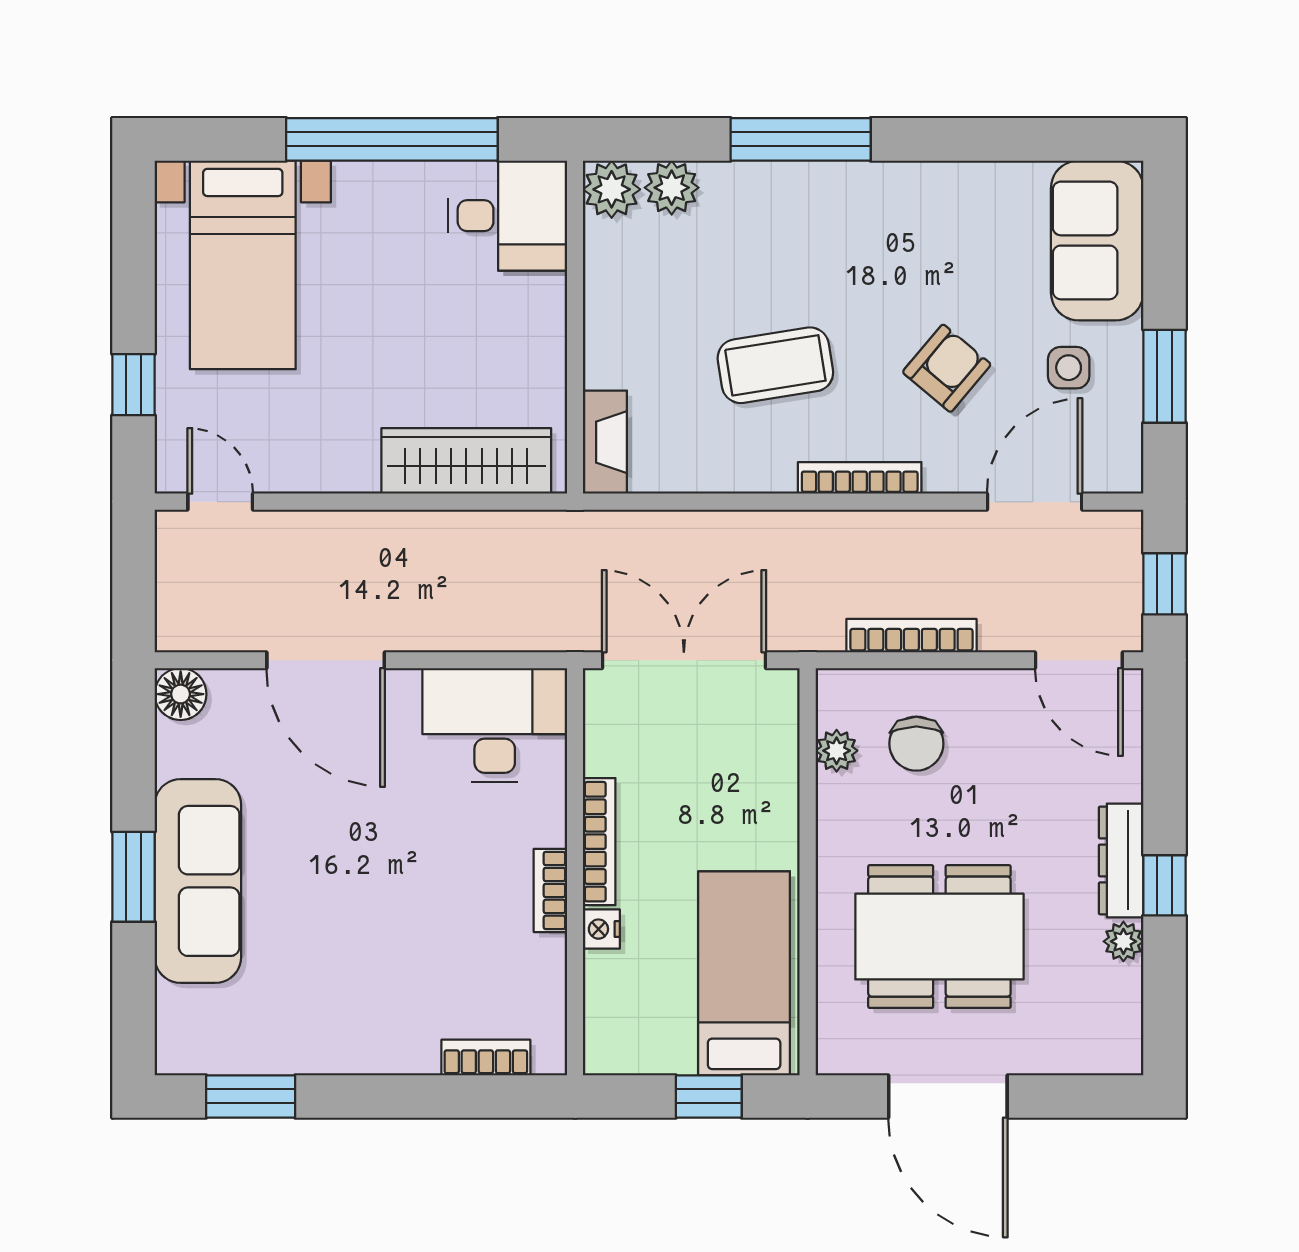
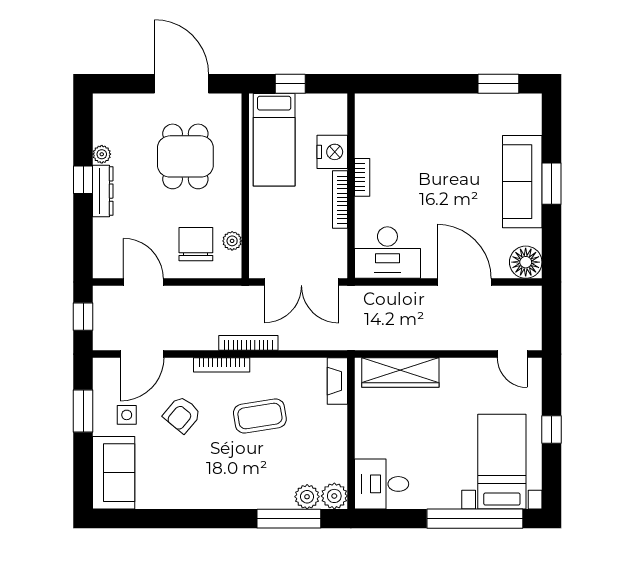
window: (392, 139) -> (475, 519), moved
window: (801, 139) -> (289, 519), moved
window: (133, 385) -> (552, 429), moved
bookcase: (911, 636) -> (248, 343), moved, turned 180
door: (1079, 660) -> (143, 282), moved
floor lamp: (181, 694) -> (526, 262), width x1.38, depth x1.38
chair: (916, 744) -> (196, 244), width x1.37, depth x1.37
nightstand: (601, 929) -> (332, 152), width x1.89, depth x1.79
dining table: (939, 937) -> (185, 156), width x0.73
bookcase: (486, 1057) -> (391, 101), removed

